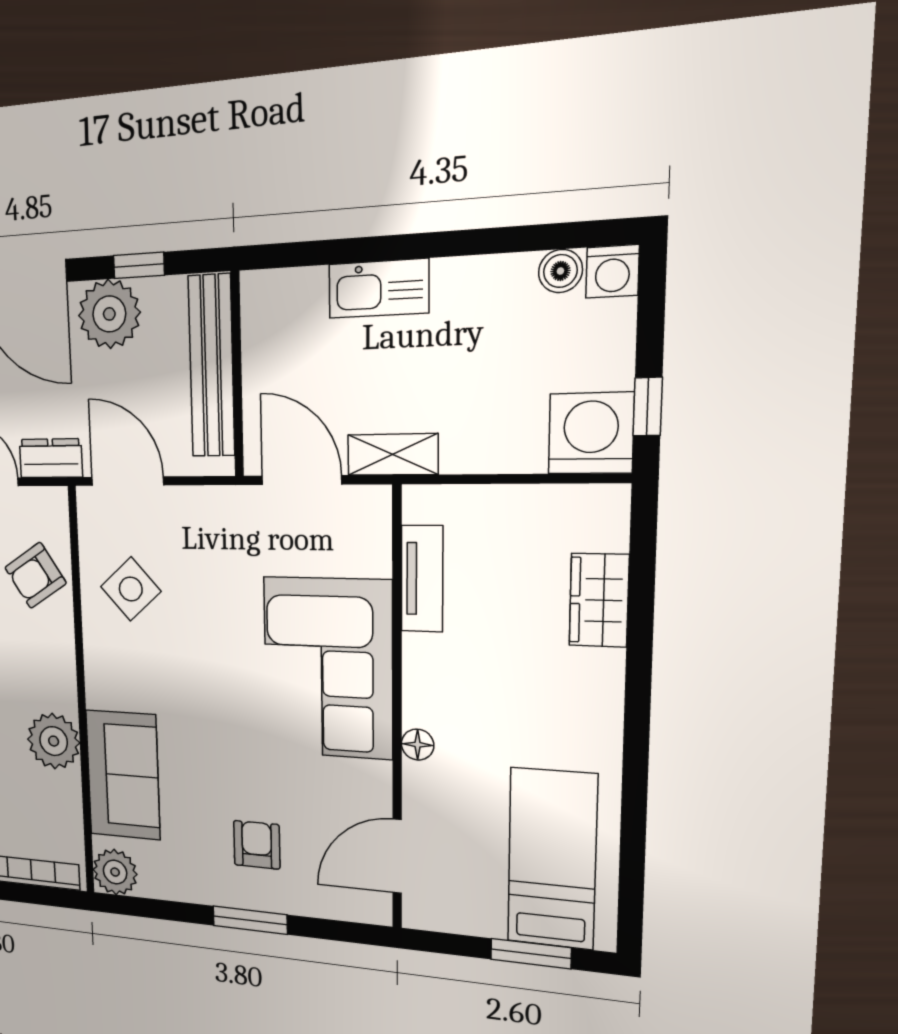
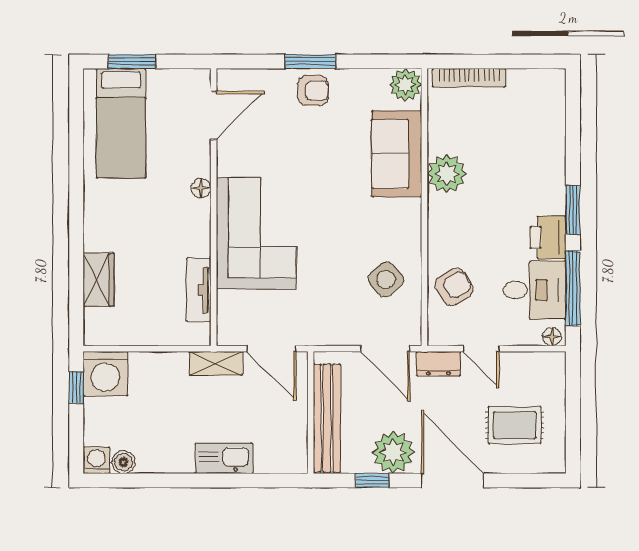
armchair: (257, 845) -> (313, 91), moved, turned -90

